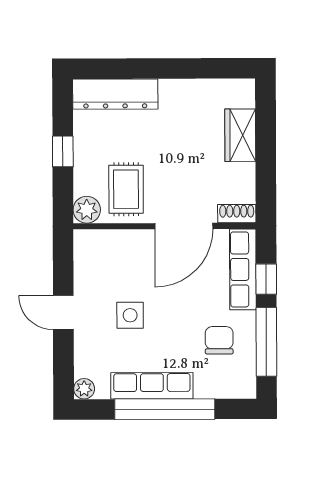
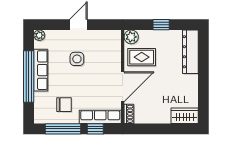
wardrobe: (240, 135) -> (185, 116), moved
door: (184, 226) -> (123, 87), swing flipped

